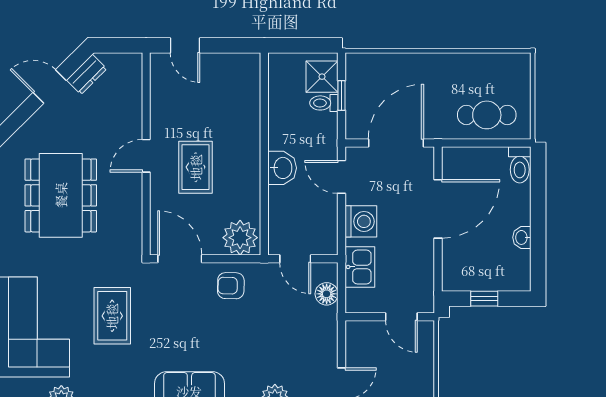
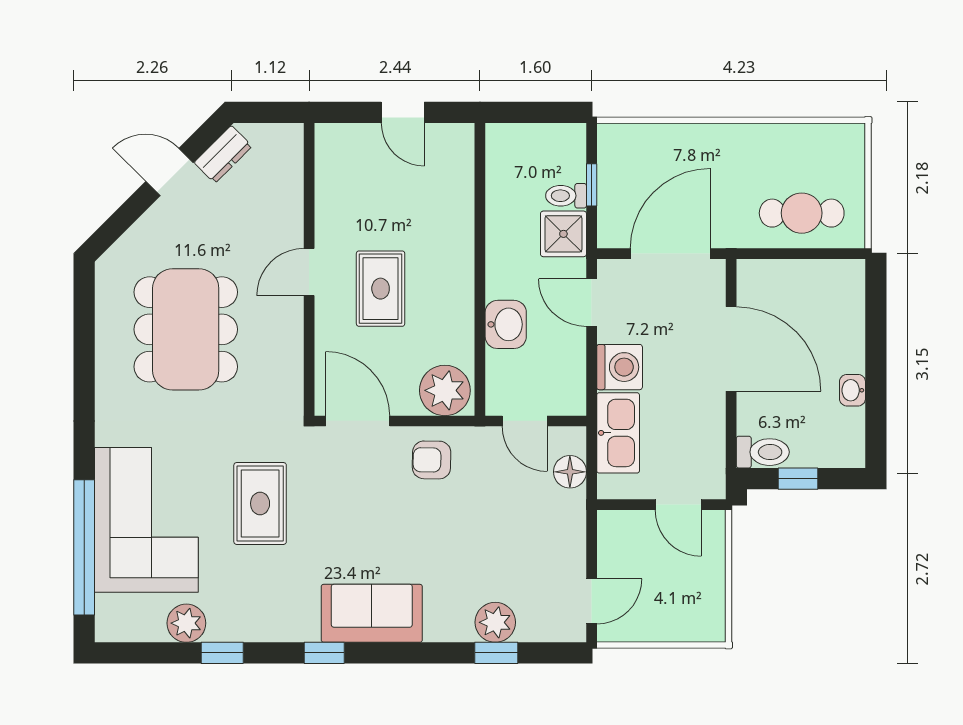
door: (185, 45) -> (403, 112), moved
shower: (322, 77) -> (563, 234), moved
toilet: (520, 165) -> (763, 452), moved, turned -90
washbasin: (282, 168) -> (506, 324), moved
door: (438, 209) -> (731, 349), hinge flipped
kitchen sink: (360, 267) -> (618, 433), width x1.38

